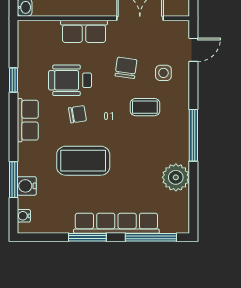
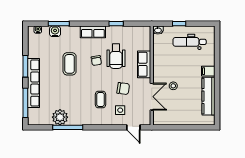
wheelchair: (70, 80) -> (116, 56), turned 180
window: (193, 135) -> (68, 127), moved
coffee table: (83, 161) -> (70, 64), width x0.73, depth x0.76

